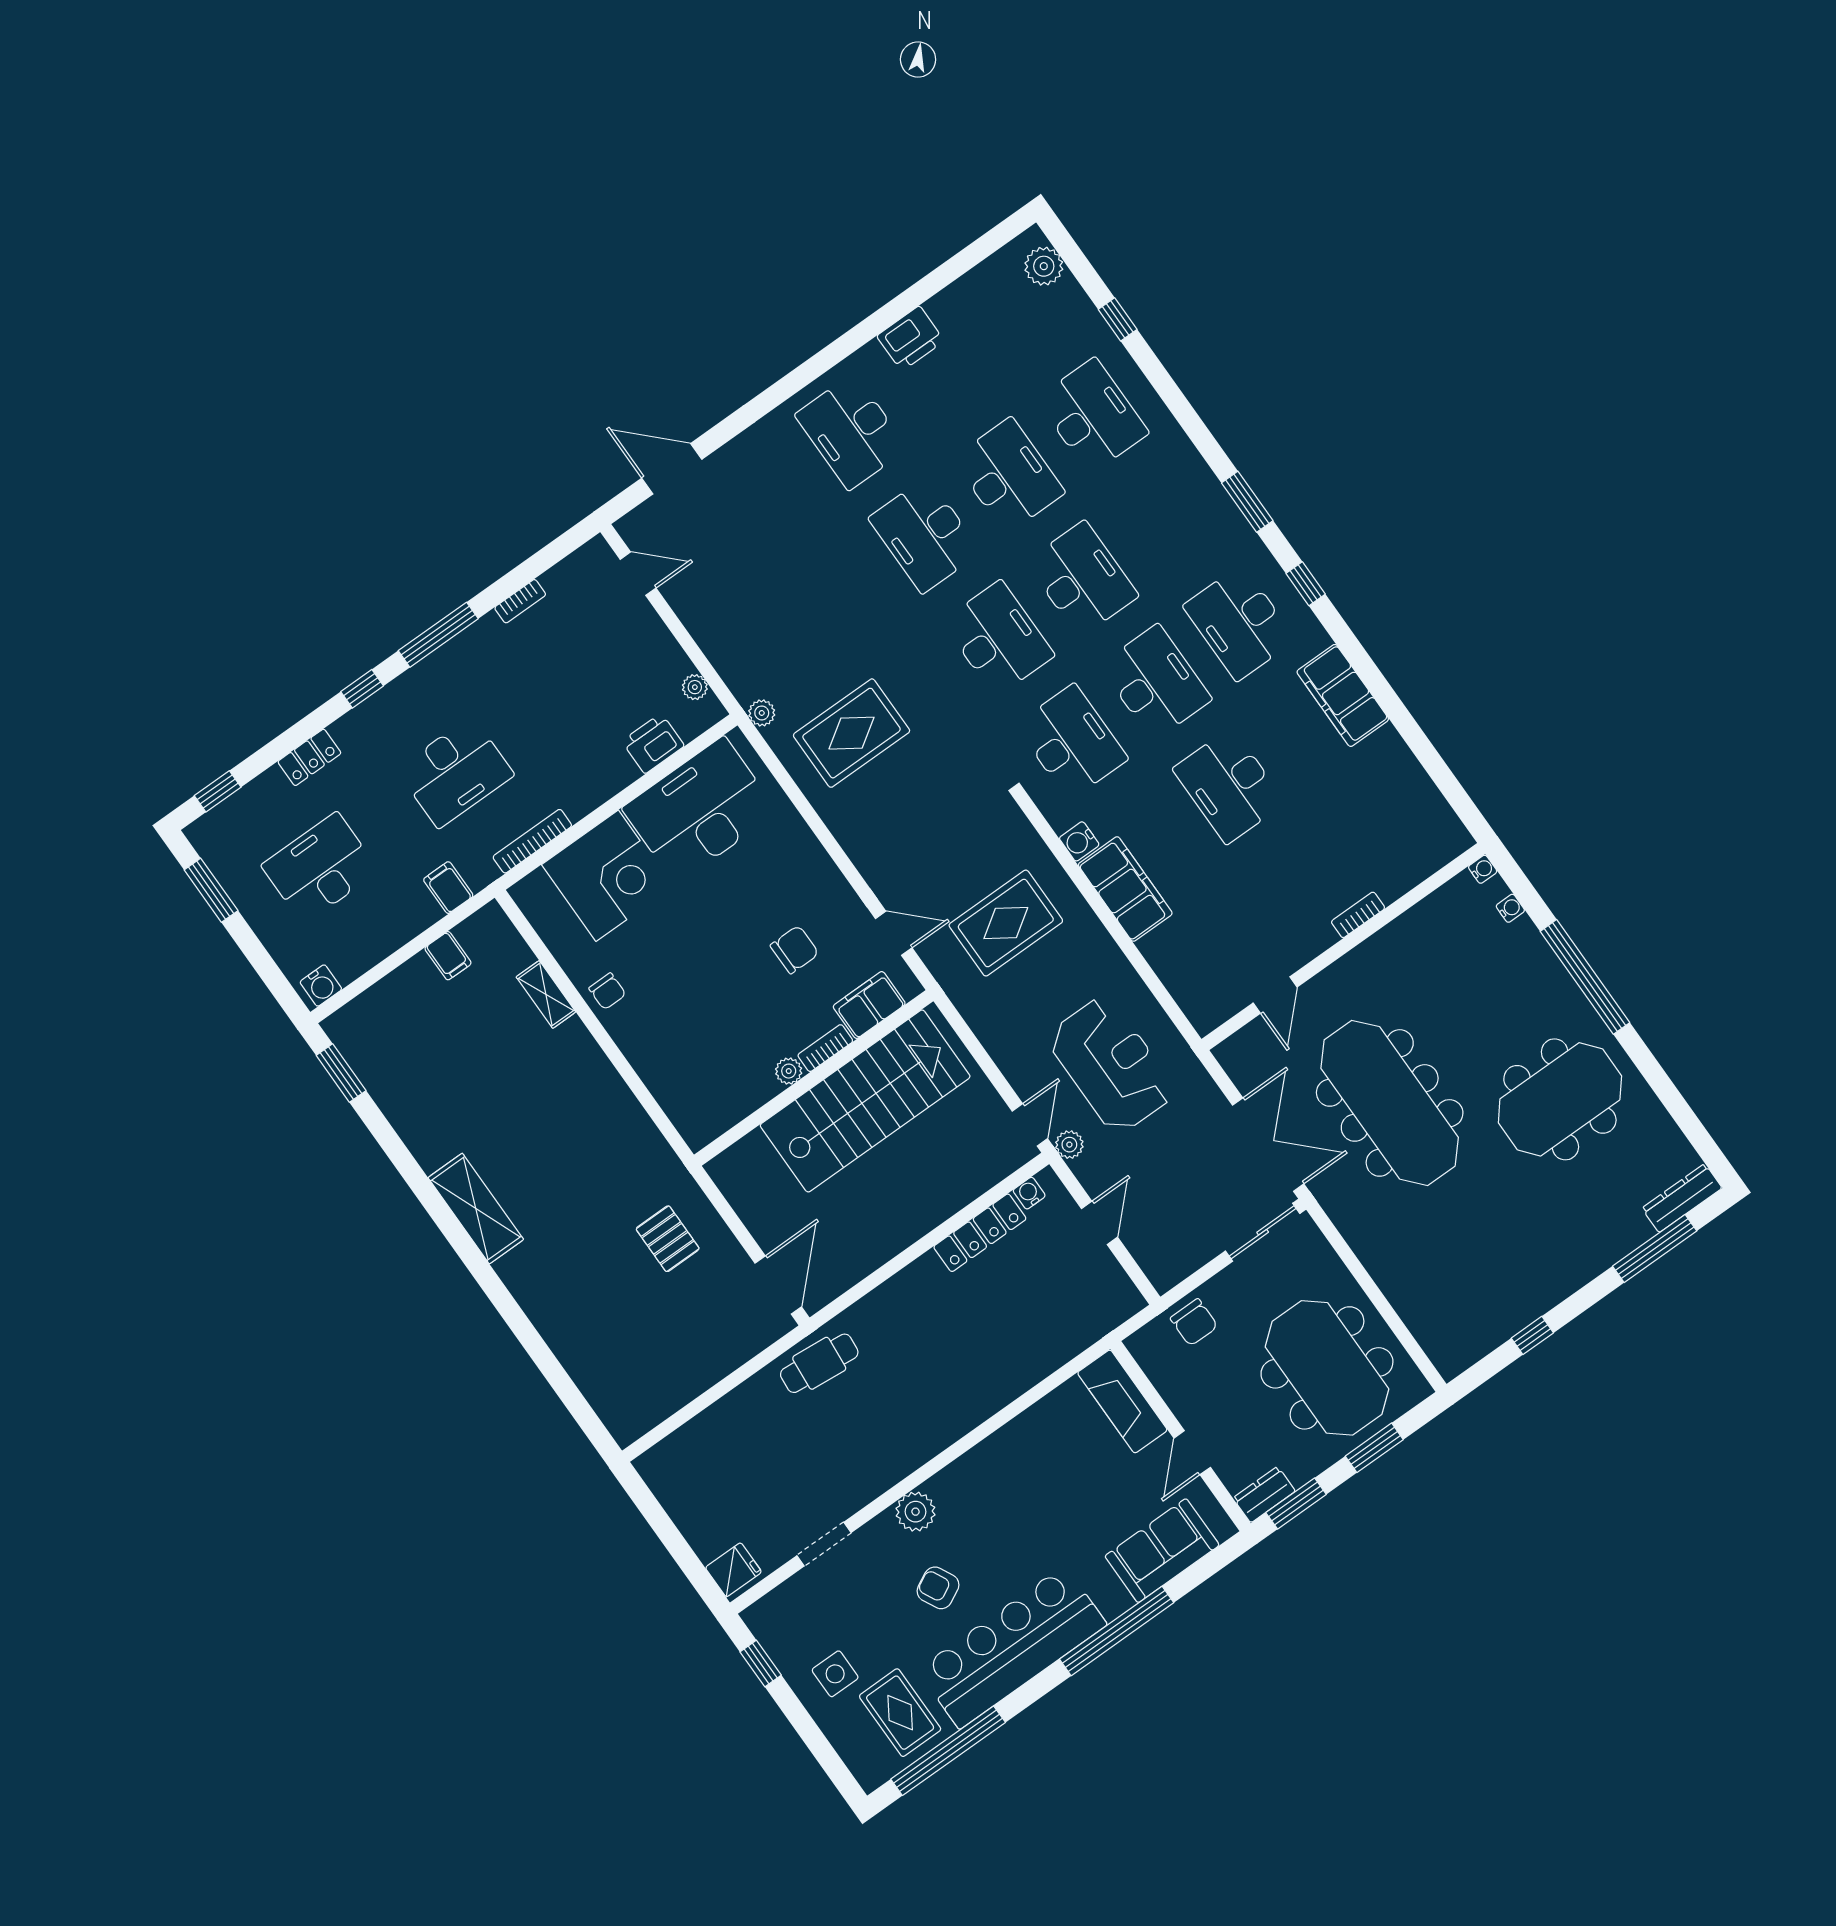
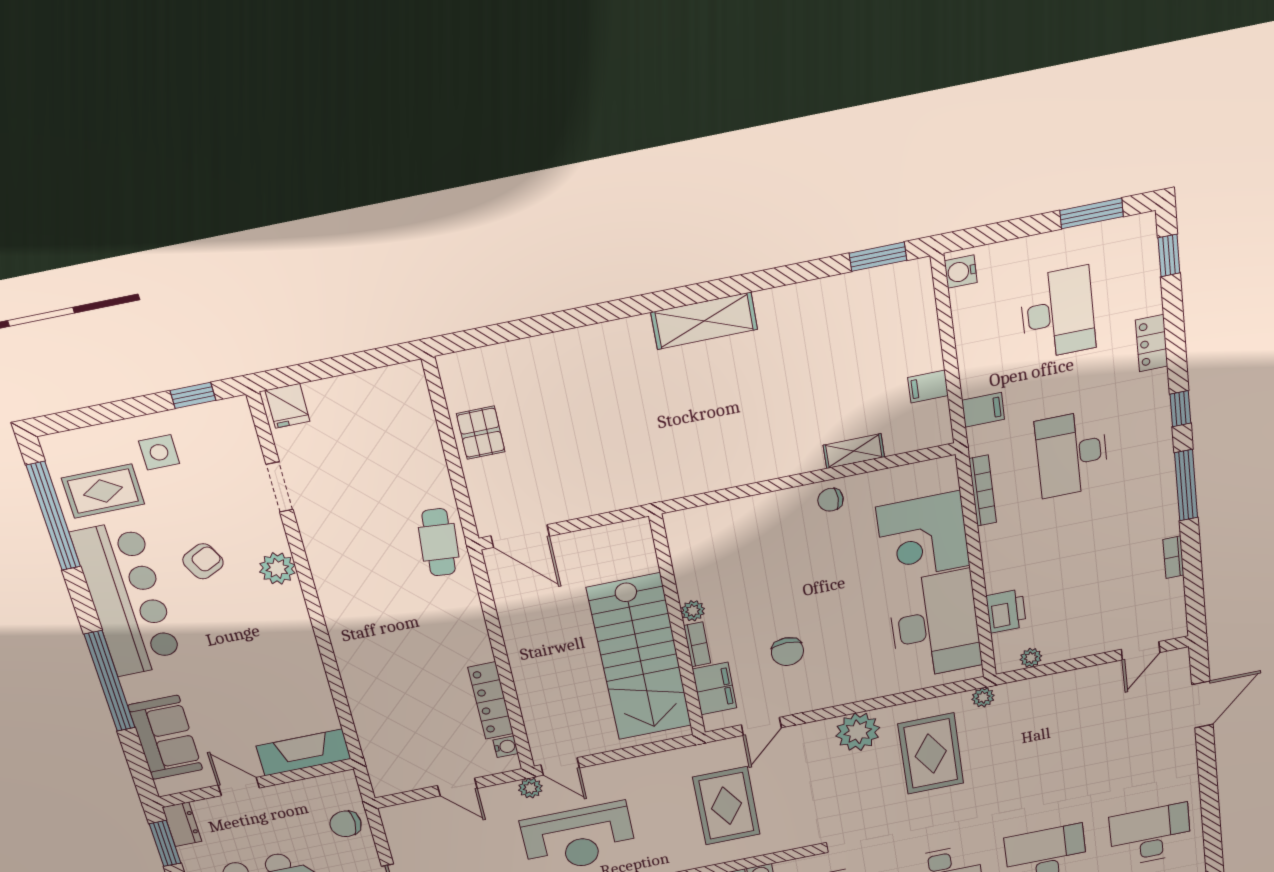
plant: (858, 826) -> (858, 732), added
pallet: (668, 1239) -> (481, 433), moved, turned 90

